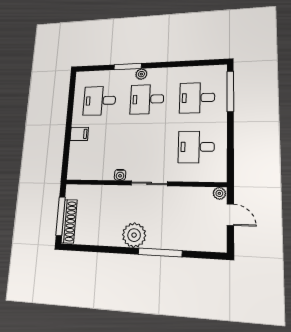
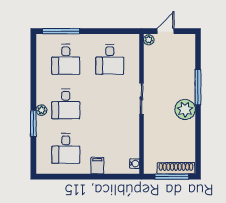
water cooler: (120, 175) -> (135, 164), moved

